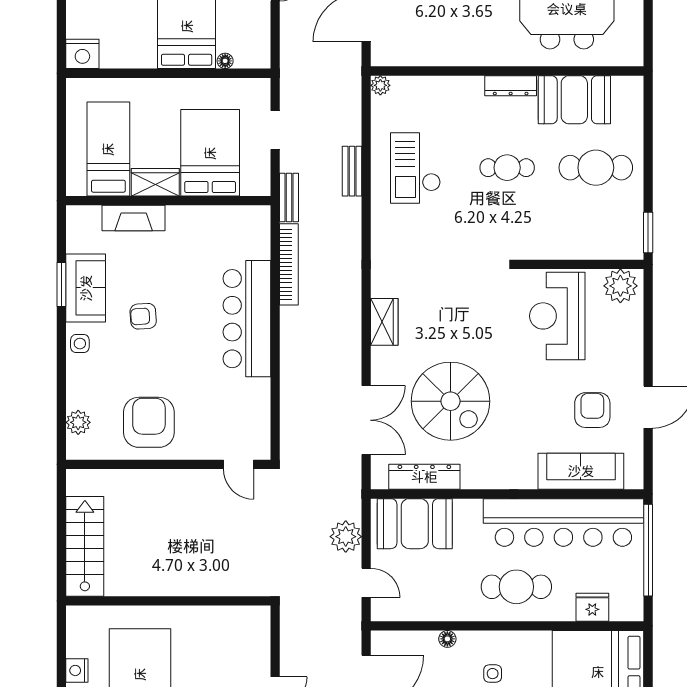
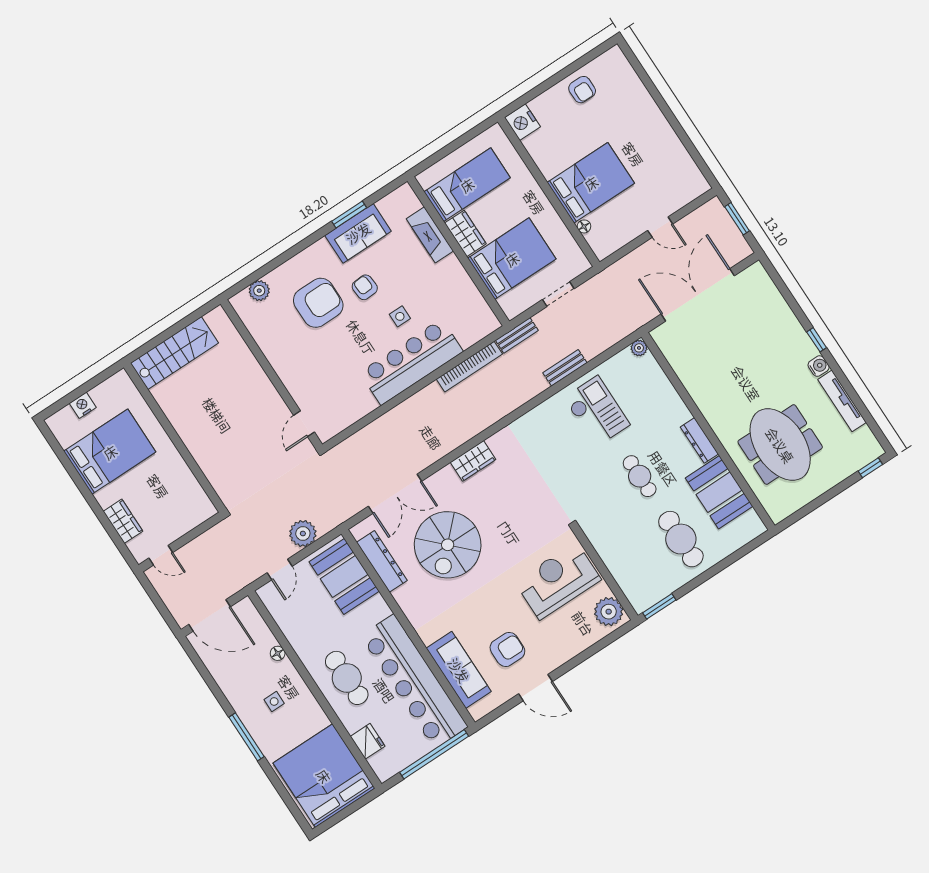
checkout: (415, 168) -> (597, 411), turned 90
side table: (80, 344) -> (400, 316), moved
armchair: (149, 422) -> (318, 303), moved

